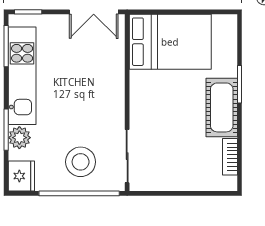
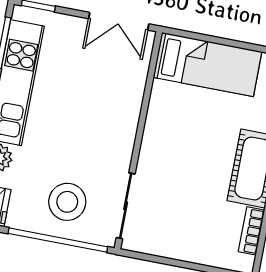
bed: (170, 42) -> (208, 65), width x0.67

